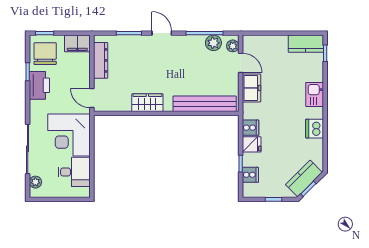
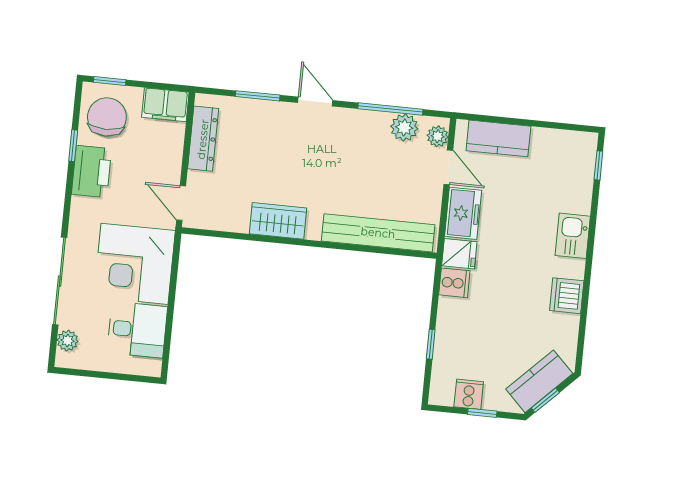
kitchen counter: (306, 44) -> (498, 138), moved
fridge: (252, 144) -> (459, 254), moved
cooker: (250, 175) -> (469, 394), moved, turned -90

